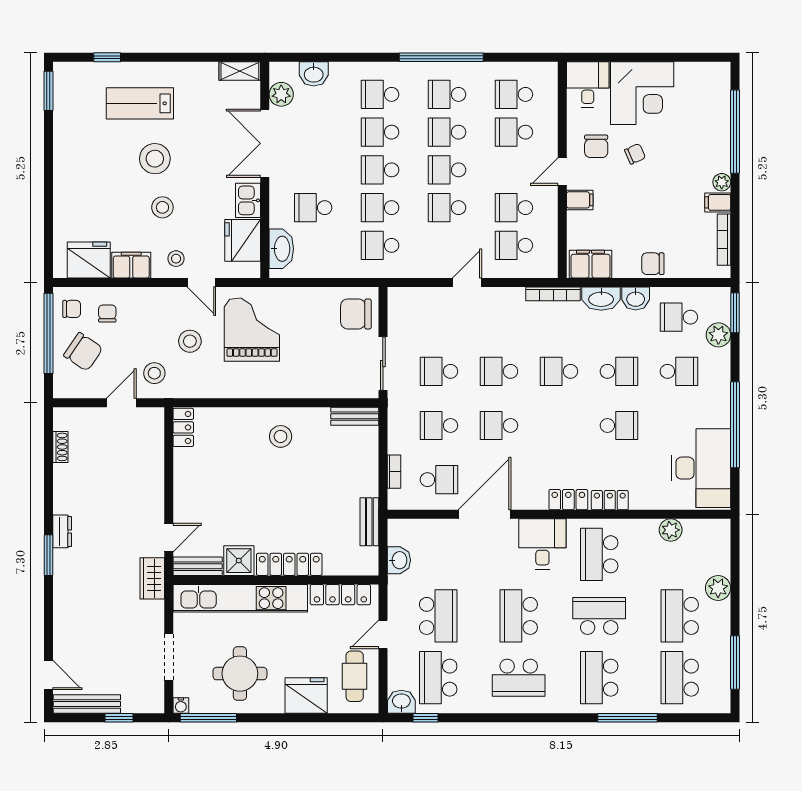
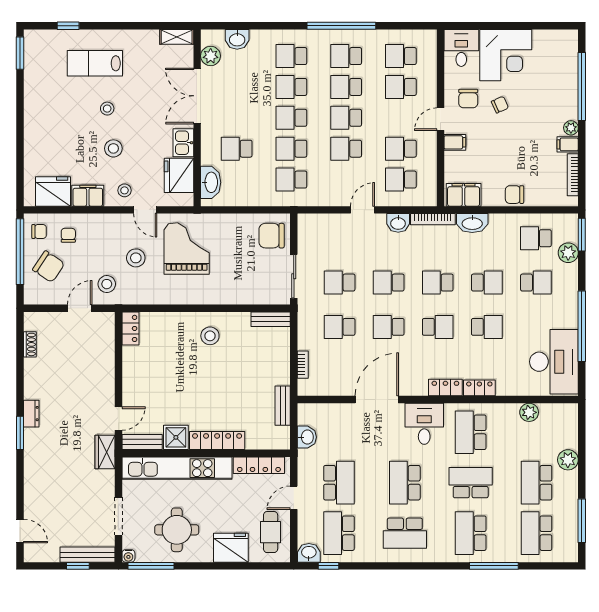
stool: (155, 159) -> (107, 109), width x0.53, depth x0.53
washbasin: (636, 298) -> (398, 223), moved
school desk: (439, 480) -> (438, 327), moved
bench: (87, 704) -> (87, 555), moved

